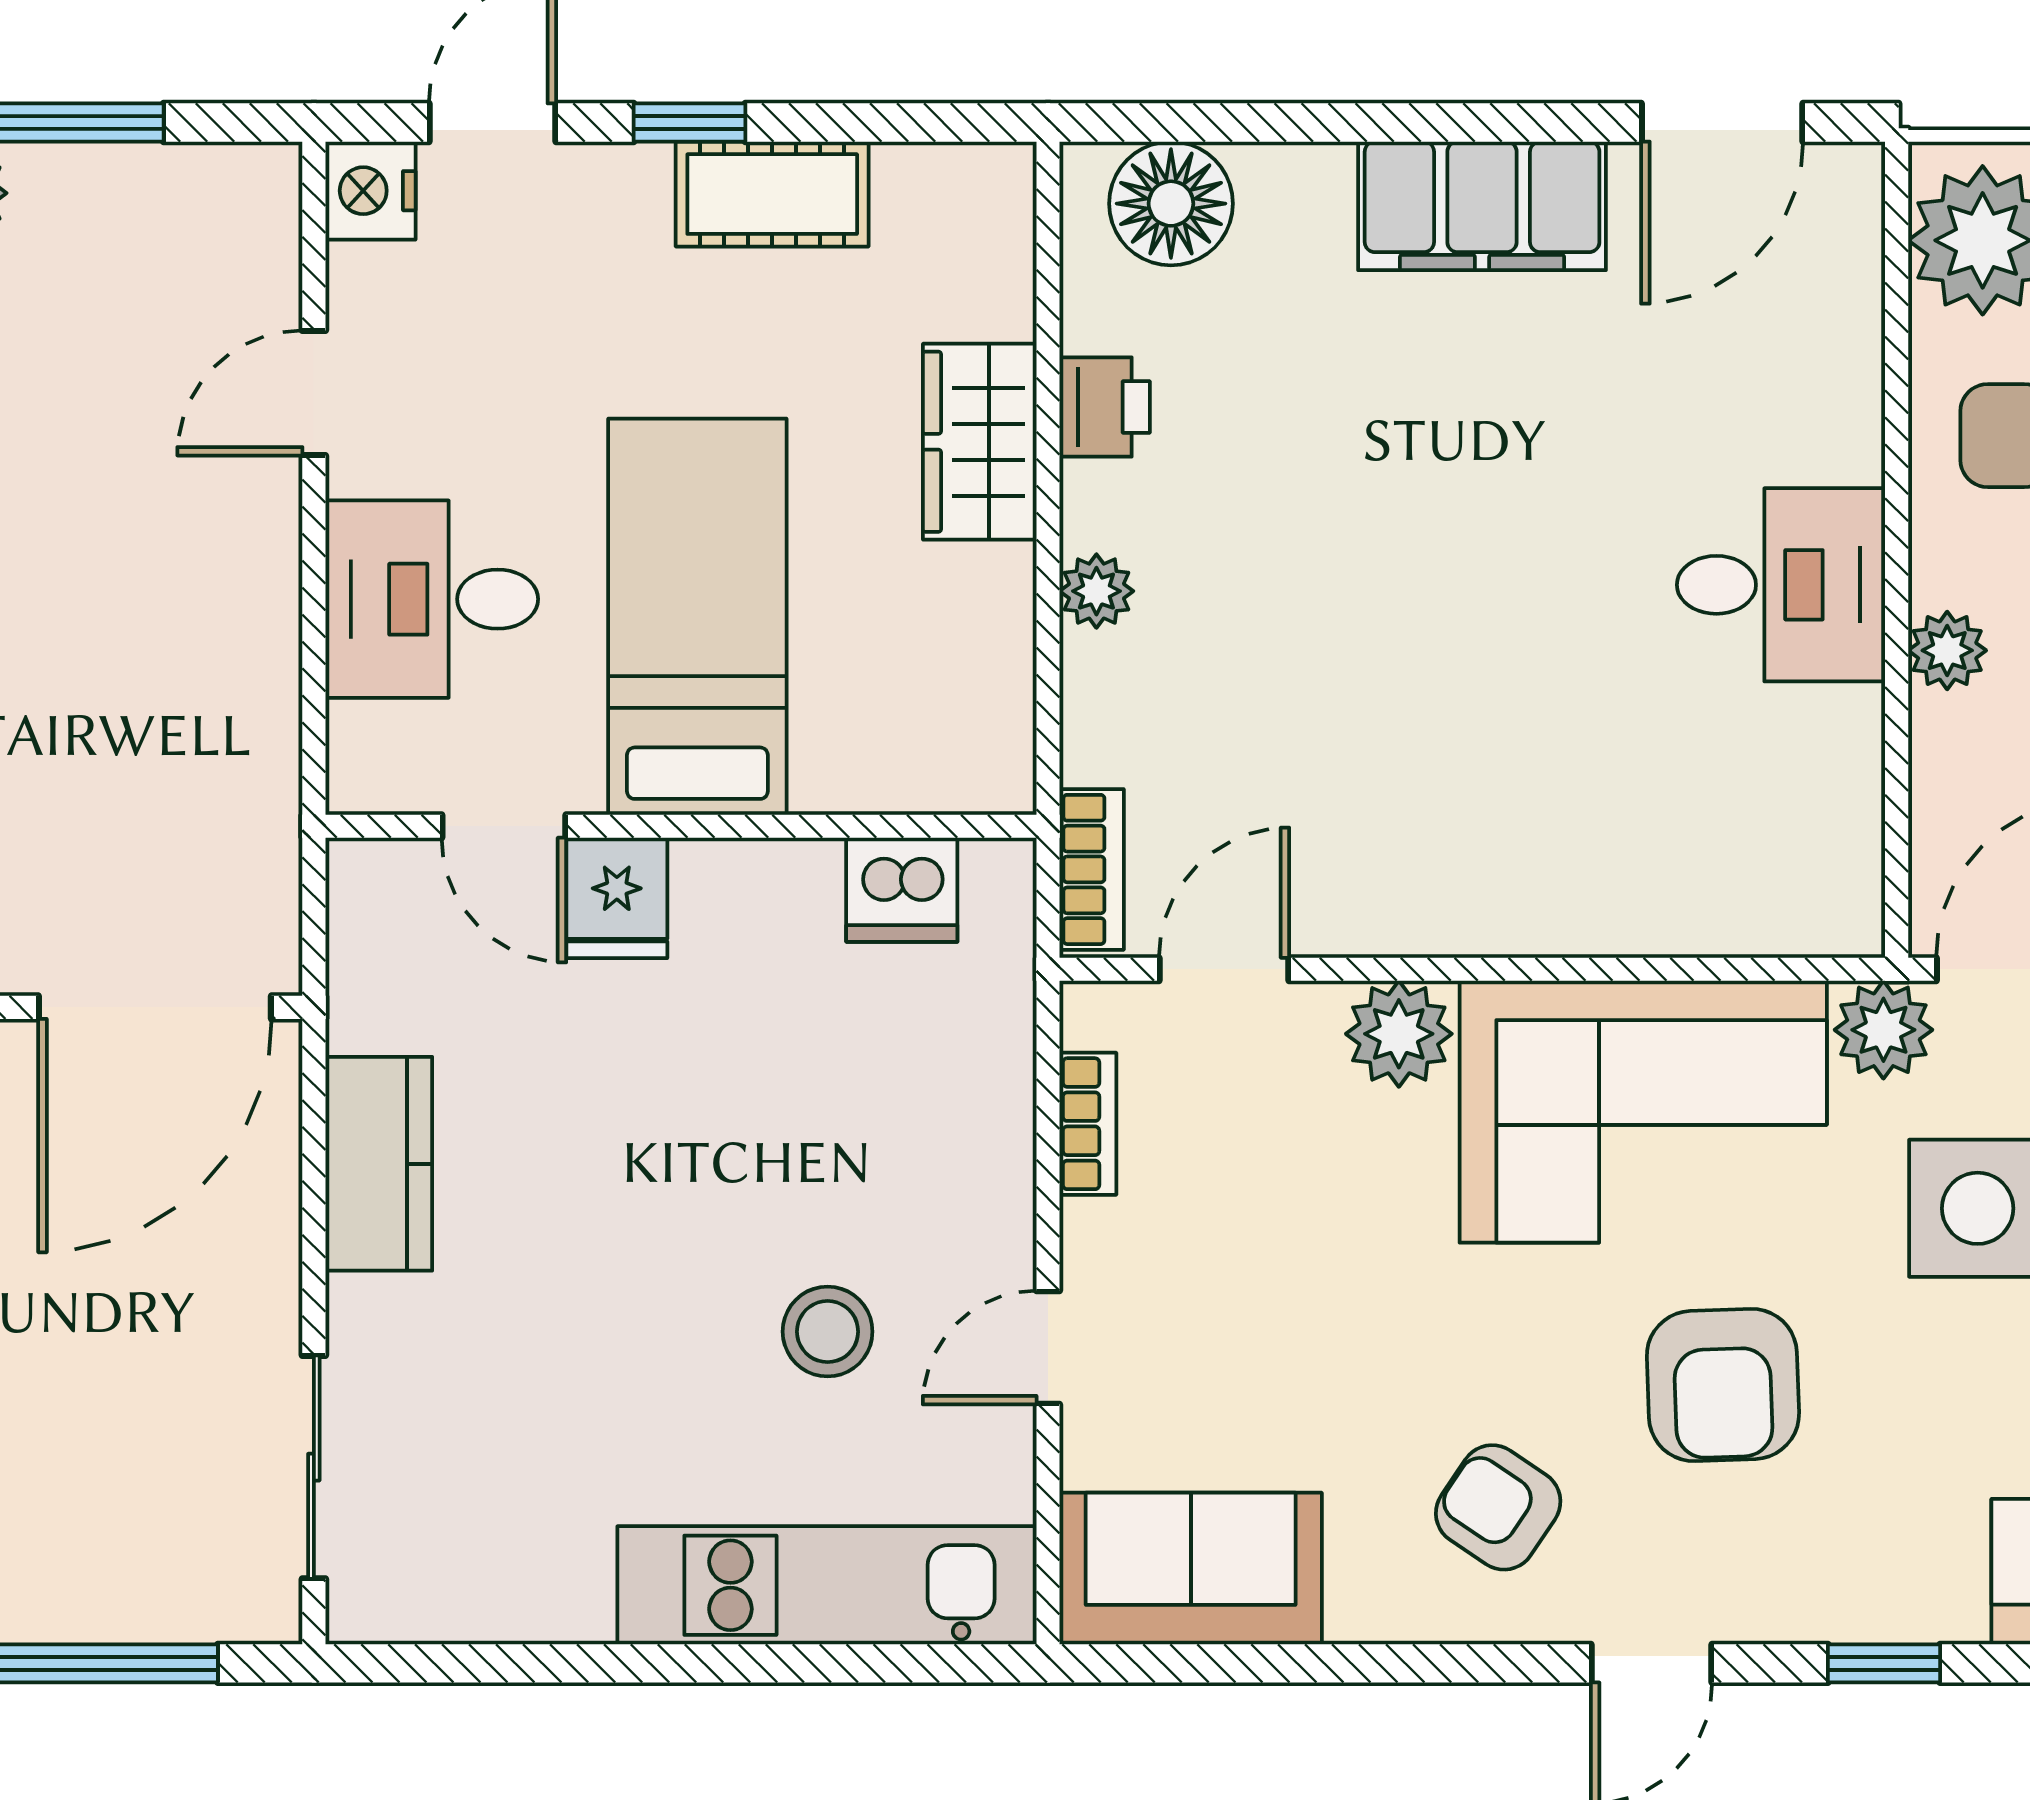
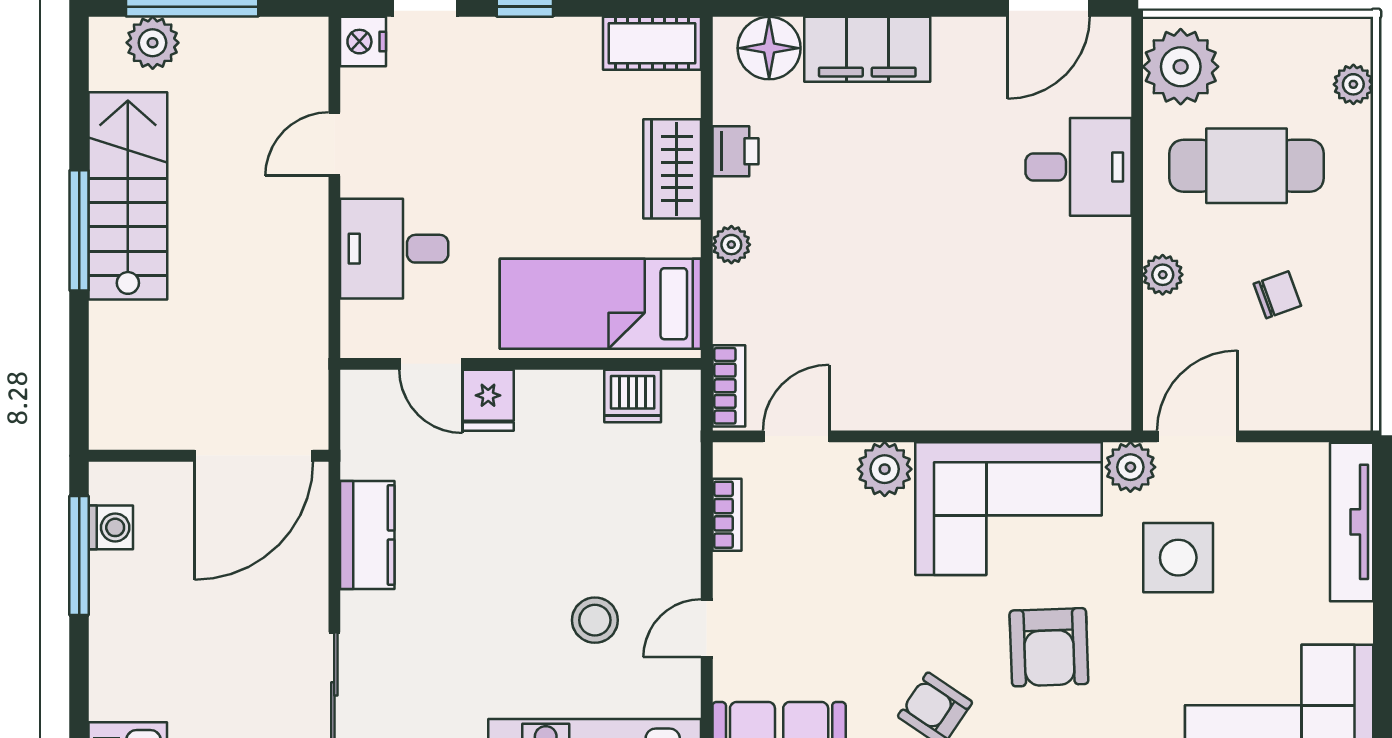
cot: (772, 194) -> (652, 43), moved
filing cabinet: (1482, 206) -> (867, 49), moved
desk: (1781, 585) -> (1078, 167), moved
bed: (697, 617) -> (600, 304), moved, turned -90

